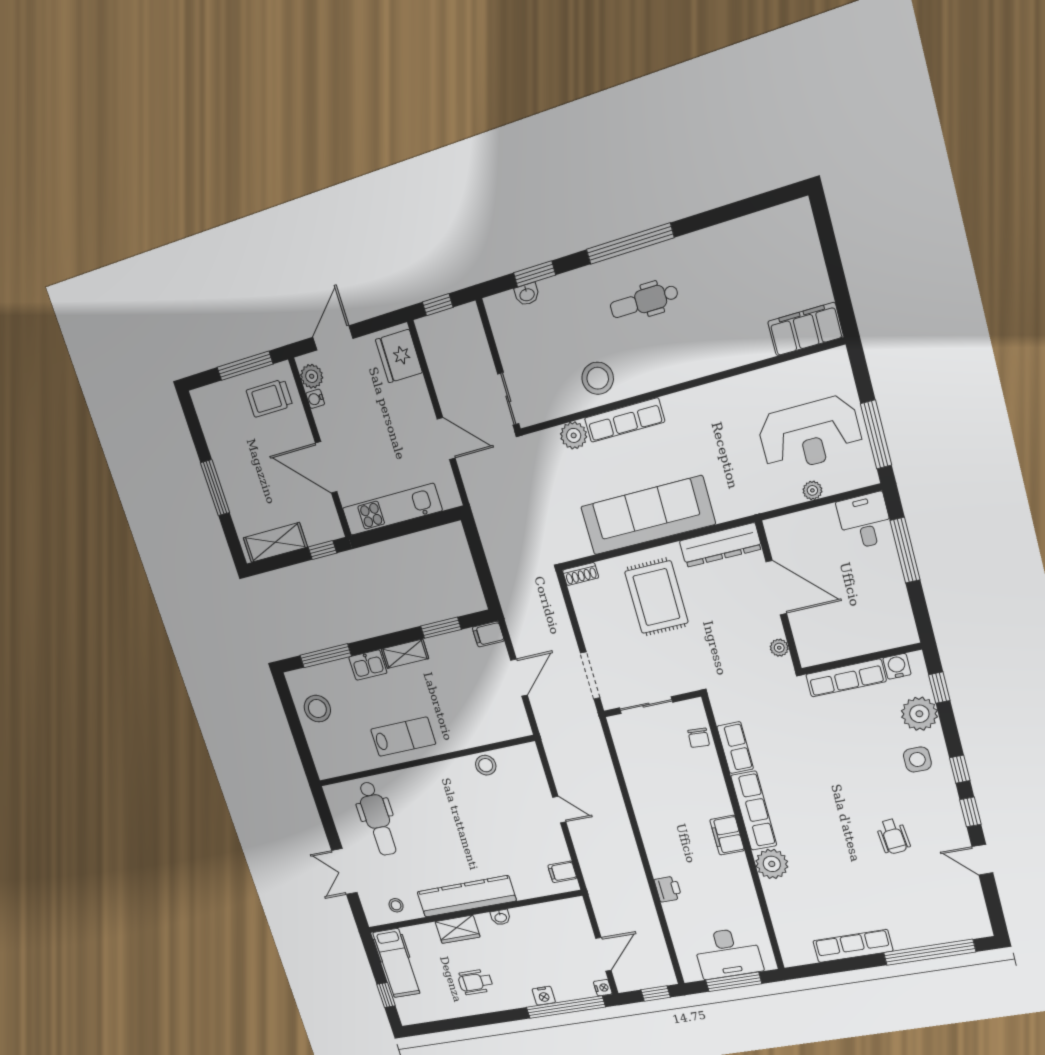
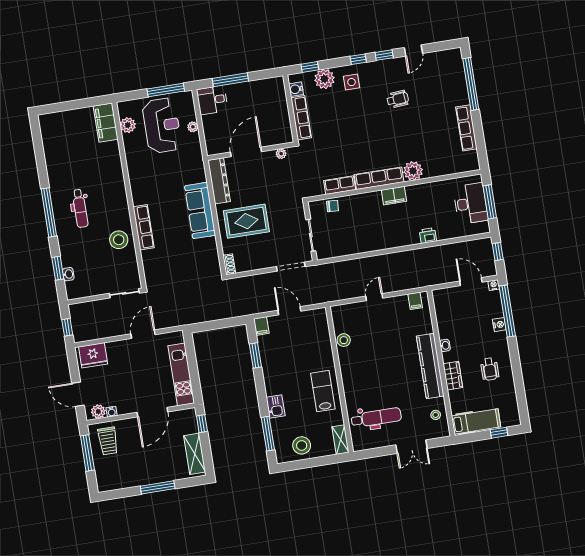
plant: (574, 435) -> (128, 125), moved
sofa: (648, 515) -> (200, 211), width x0.74, depth x0.79
shelving: (405, 654) -> (341, 440), moved

